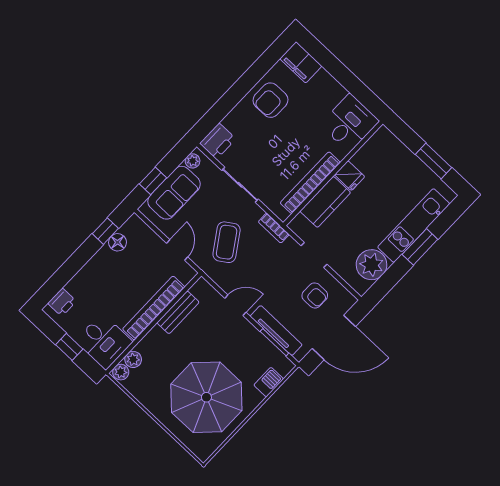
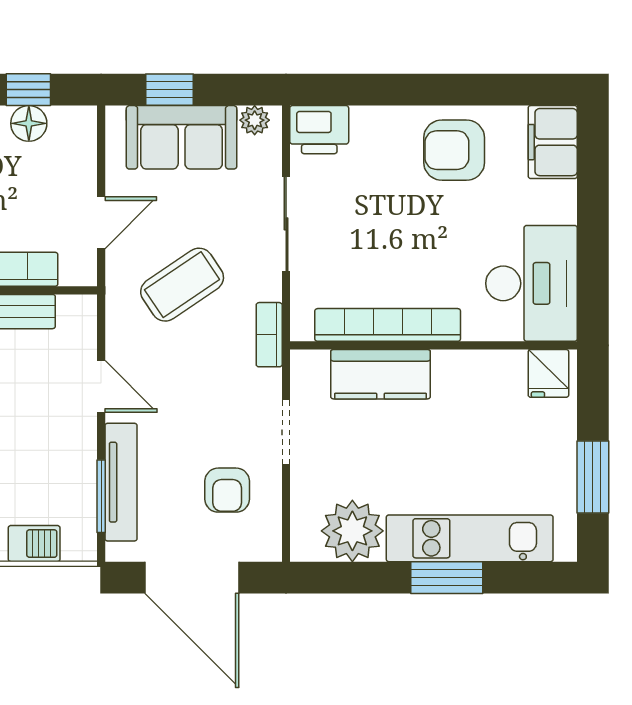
desk: (350, 123) -> (531, 283), width x1.37
fridge: (350, 176) -> (548, 373), moved

